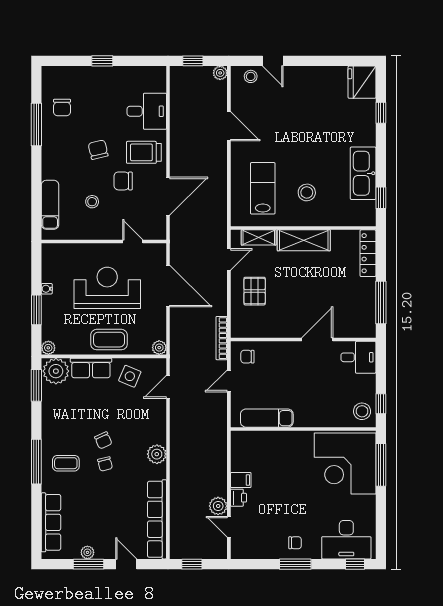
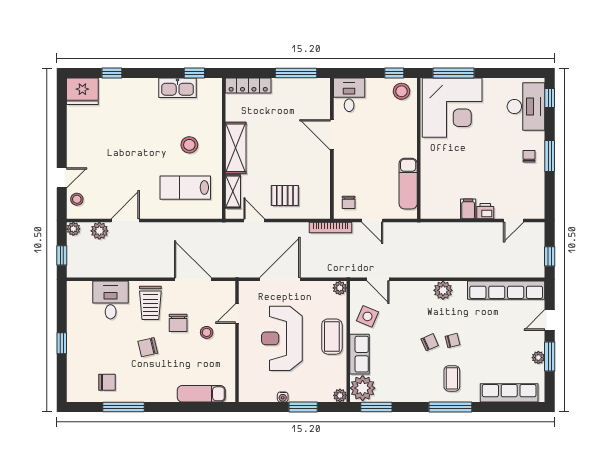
kitchen sink: (363, 173) -> (178, 88), width x0.73, depth x0.81
stool: (92, 202) -> (207, 332), moved
plant: (218, 506) -> (99, 231), moved

